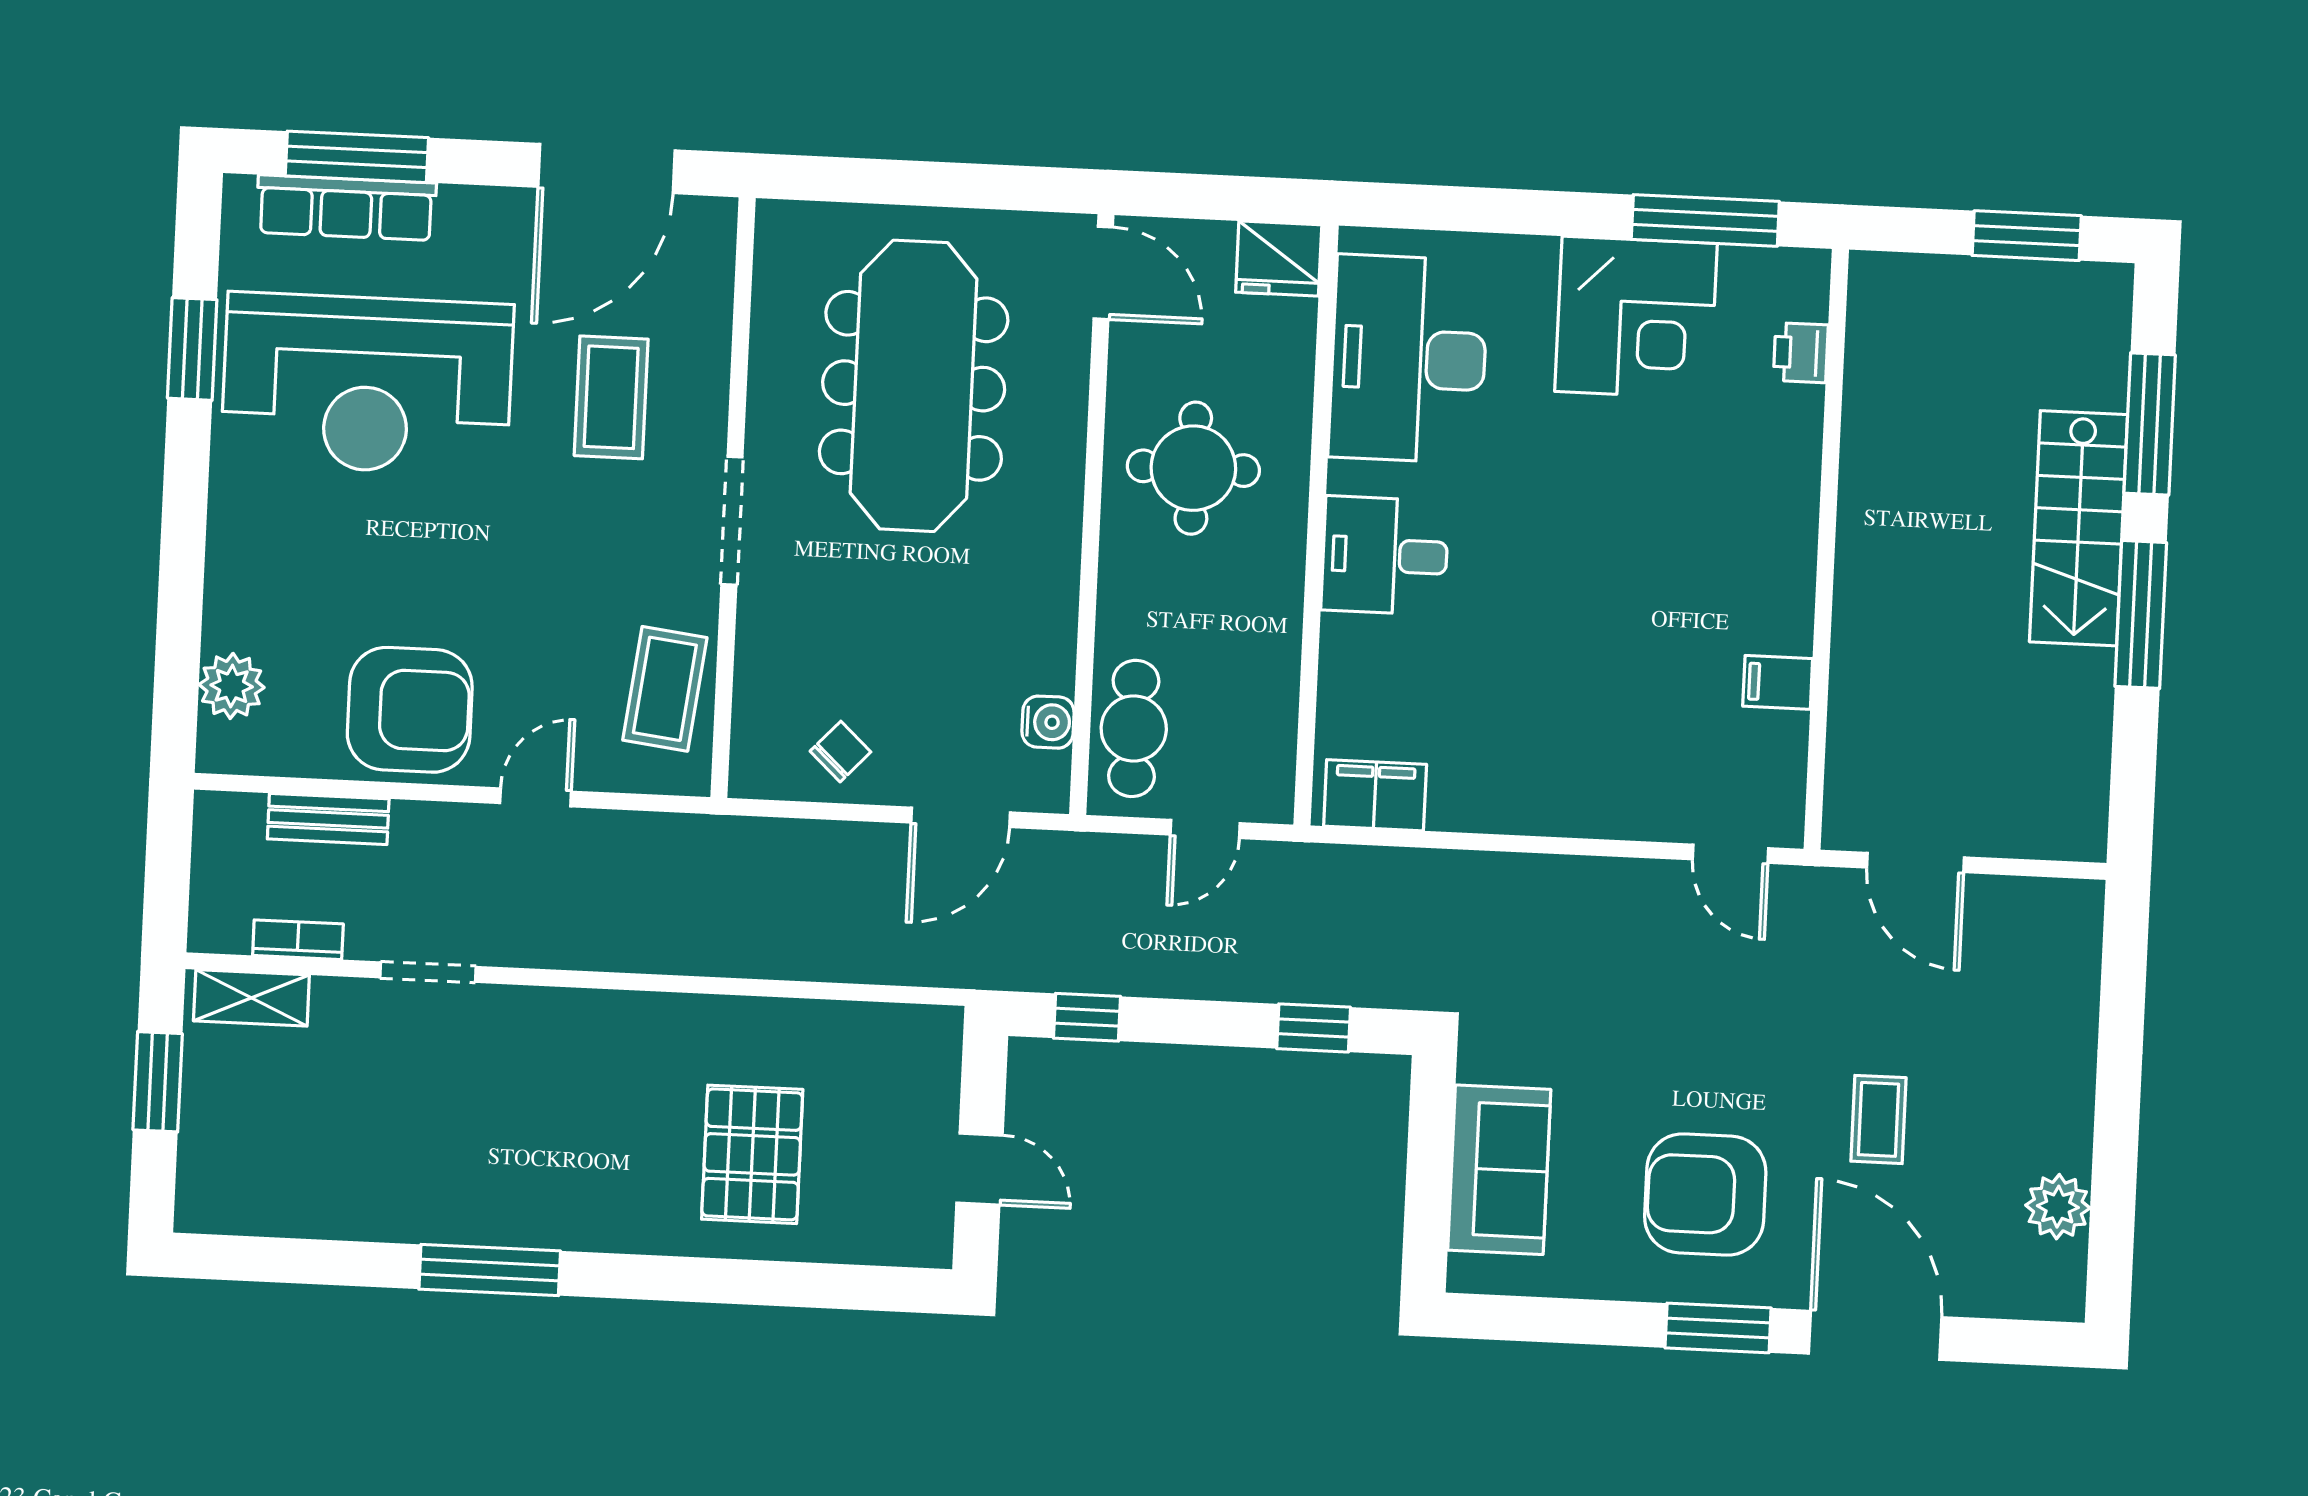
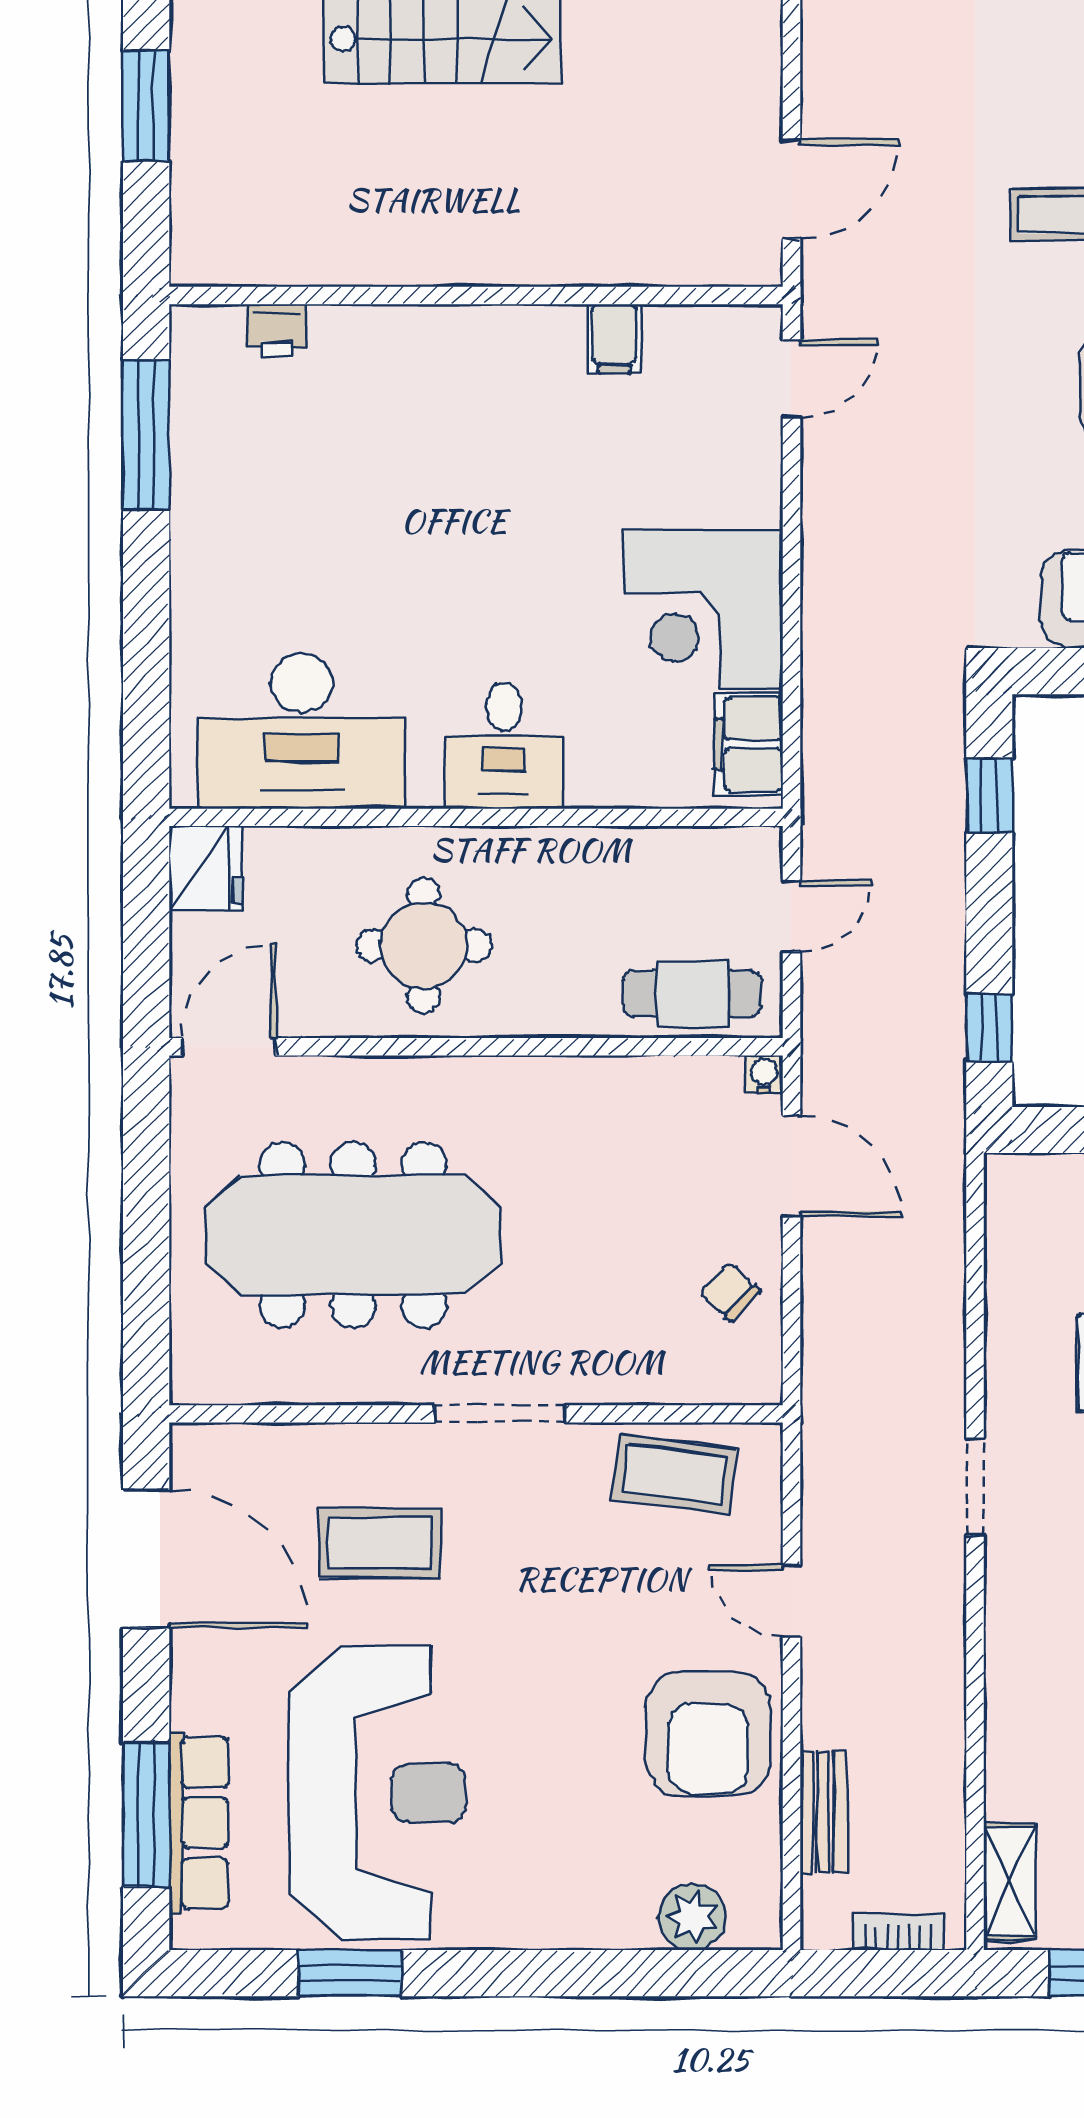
corner desk: (1636, 317) -> (703, 609), moved, turned 180
armchair: (410, 710) -> (708, 1734), turned 180
water cooler: (1048, 722) -> (764, 1074), moved, width x0.72, depth x0.72
door: (1205, 829) -> (791, 916), hinge flipped
bookcase: (298, 940) -> (898, 1932), moved, turned 90
doorway: (428, 972) -> (975, 1487), moved

